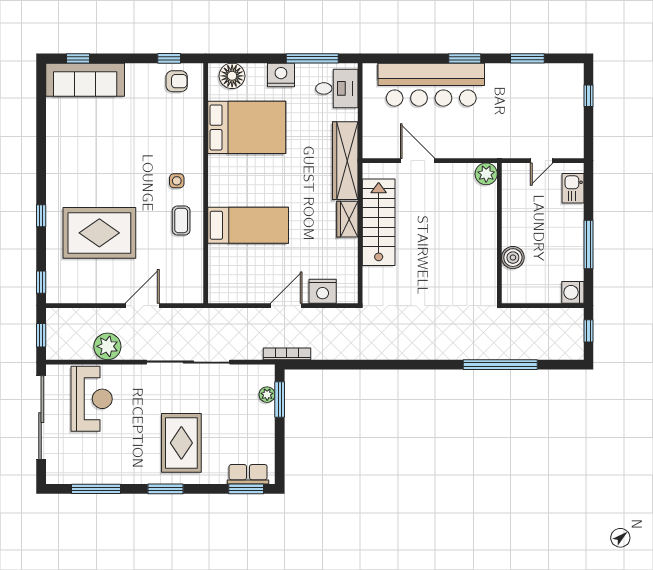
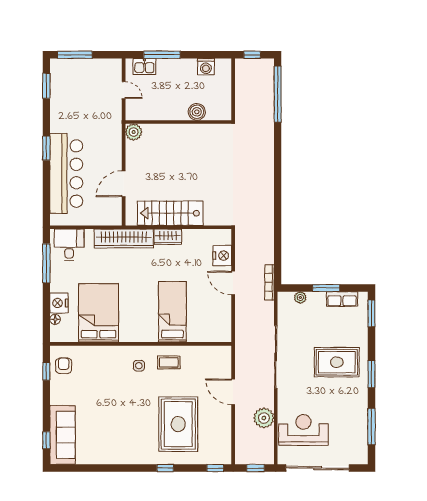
window: (527, 58) -> (46, 86), moved
nightstand: (281, 75) -> (59, 303), moved
floor lamp: (232, 76) -> (55, 319), width x0.53, depth x0.53
window: (589, 96) -> (75, 55), width x2.17
window: (589, 245) -> (162, 55), moved
washing machine: (573, 292) -> (206, 67), moved
window: (500, 365) -> (278, 94), moved
window: (280, 399) -> (326, 288), moved
row of seats: (248, 474) -> (342, 299), moved, turned -90

